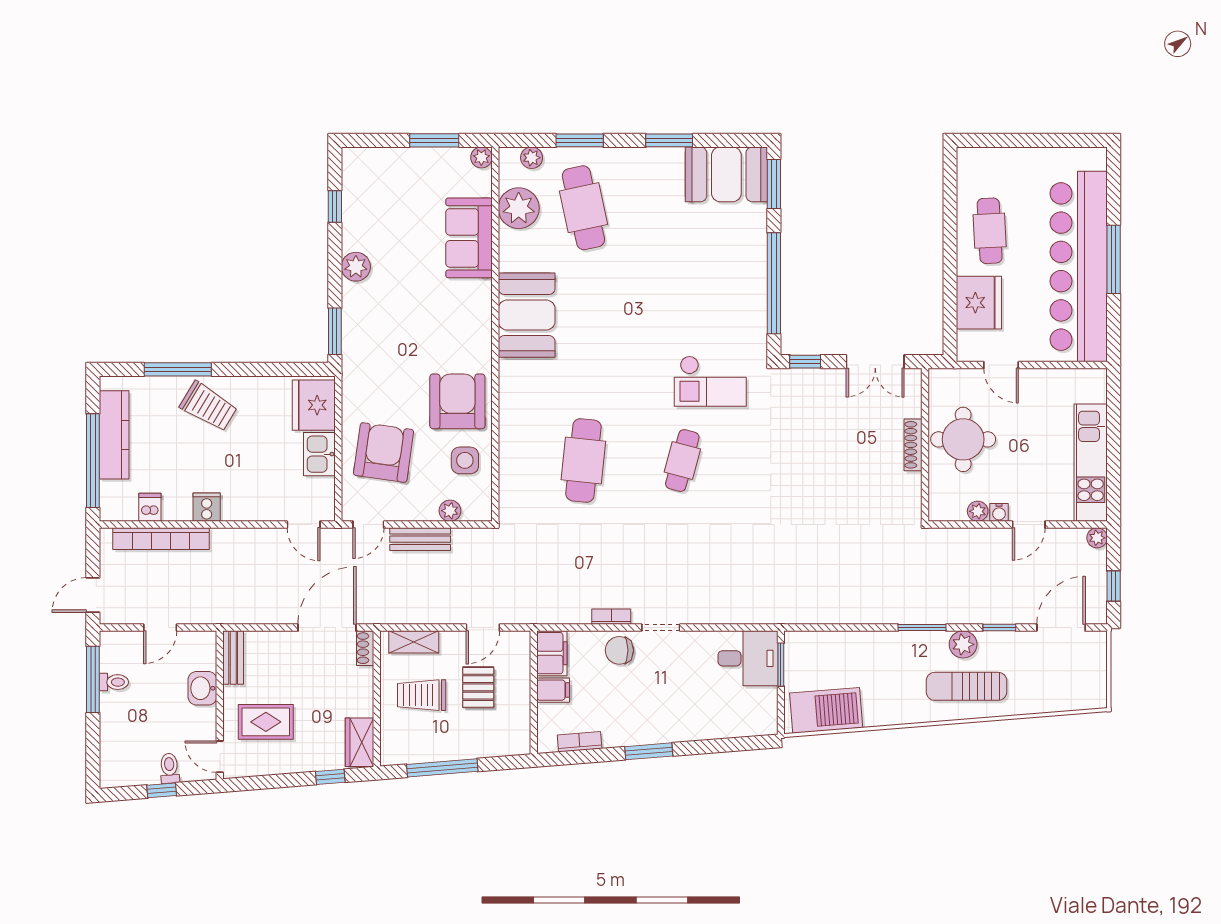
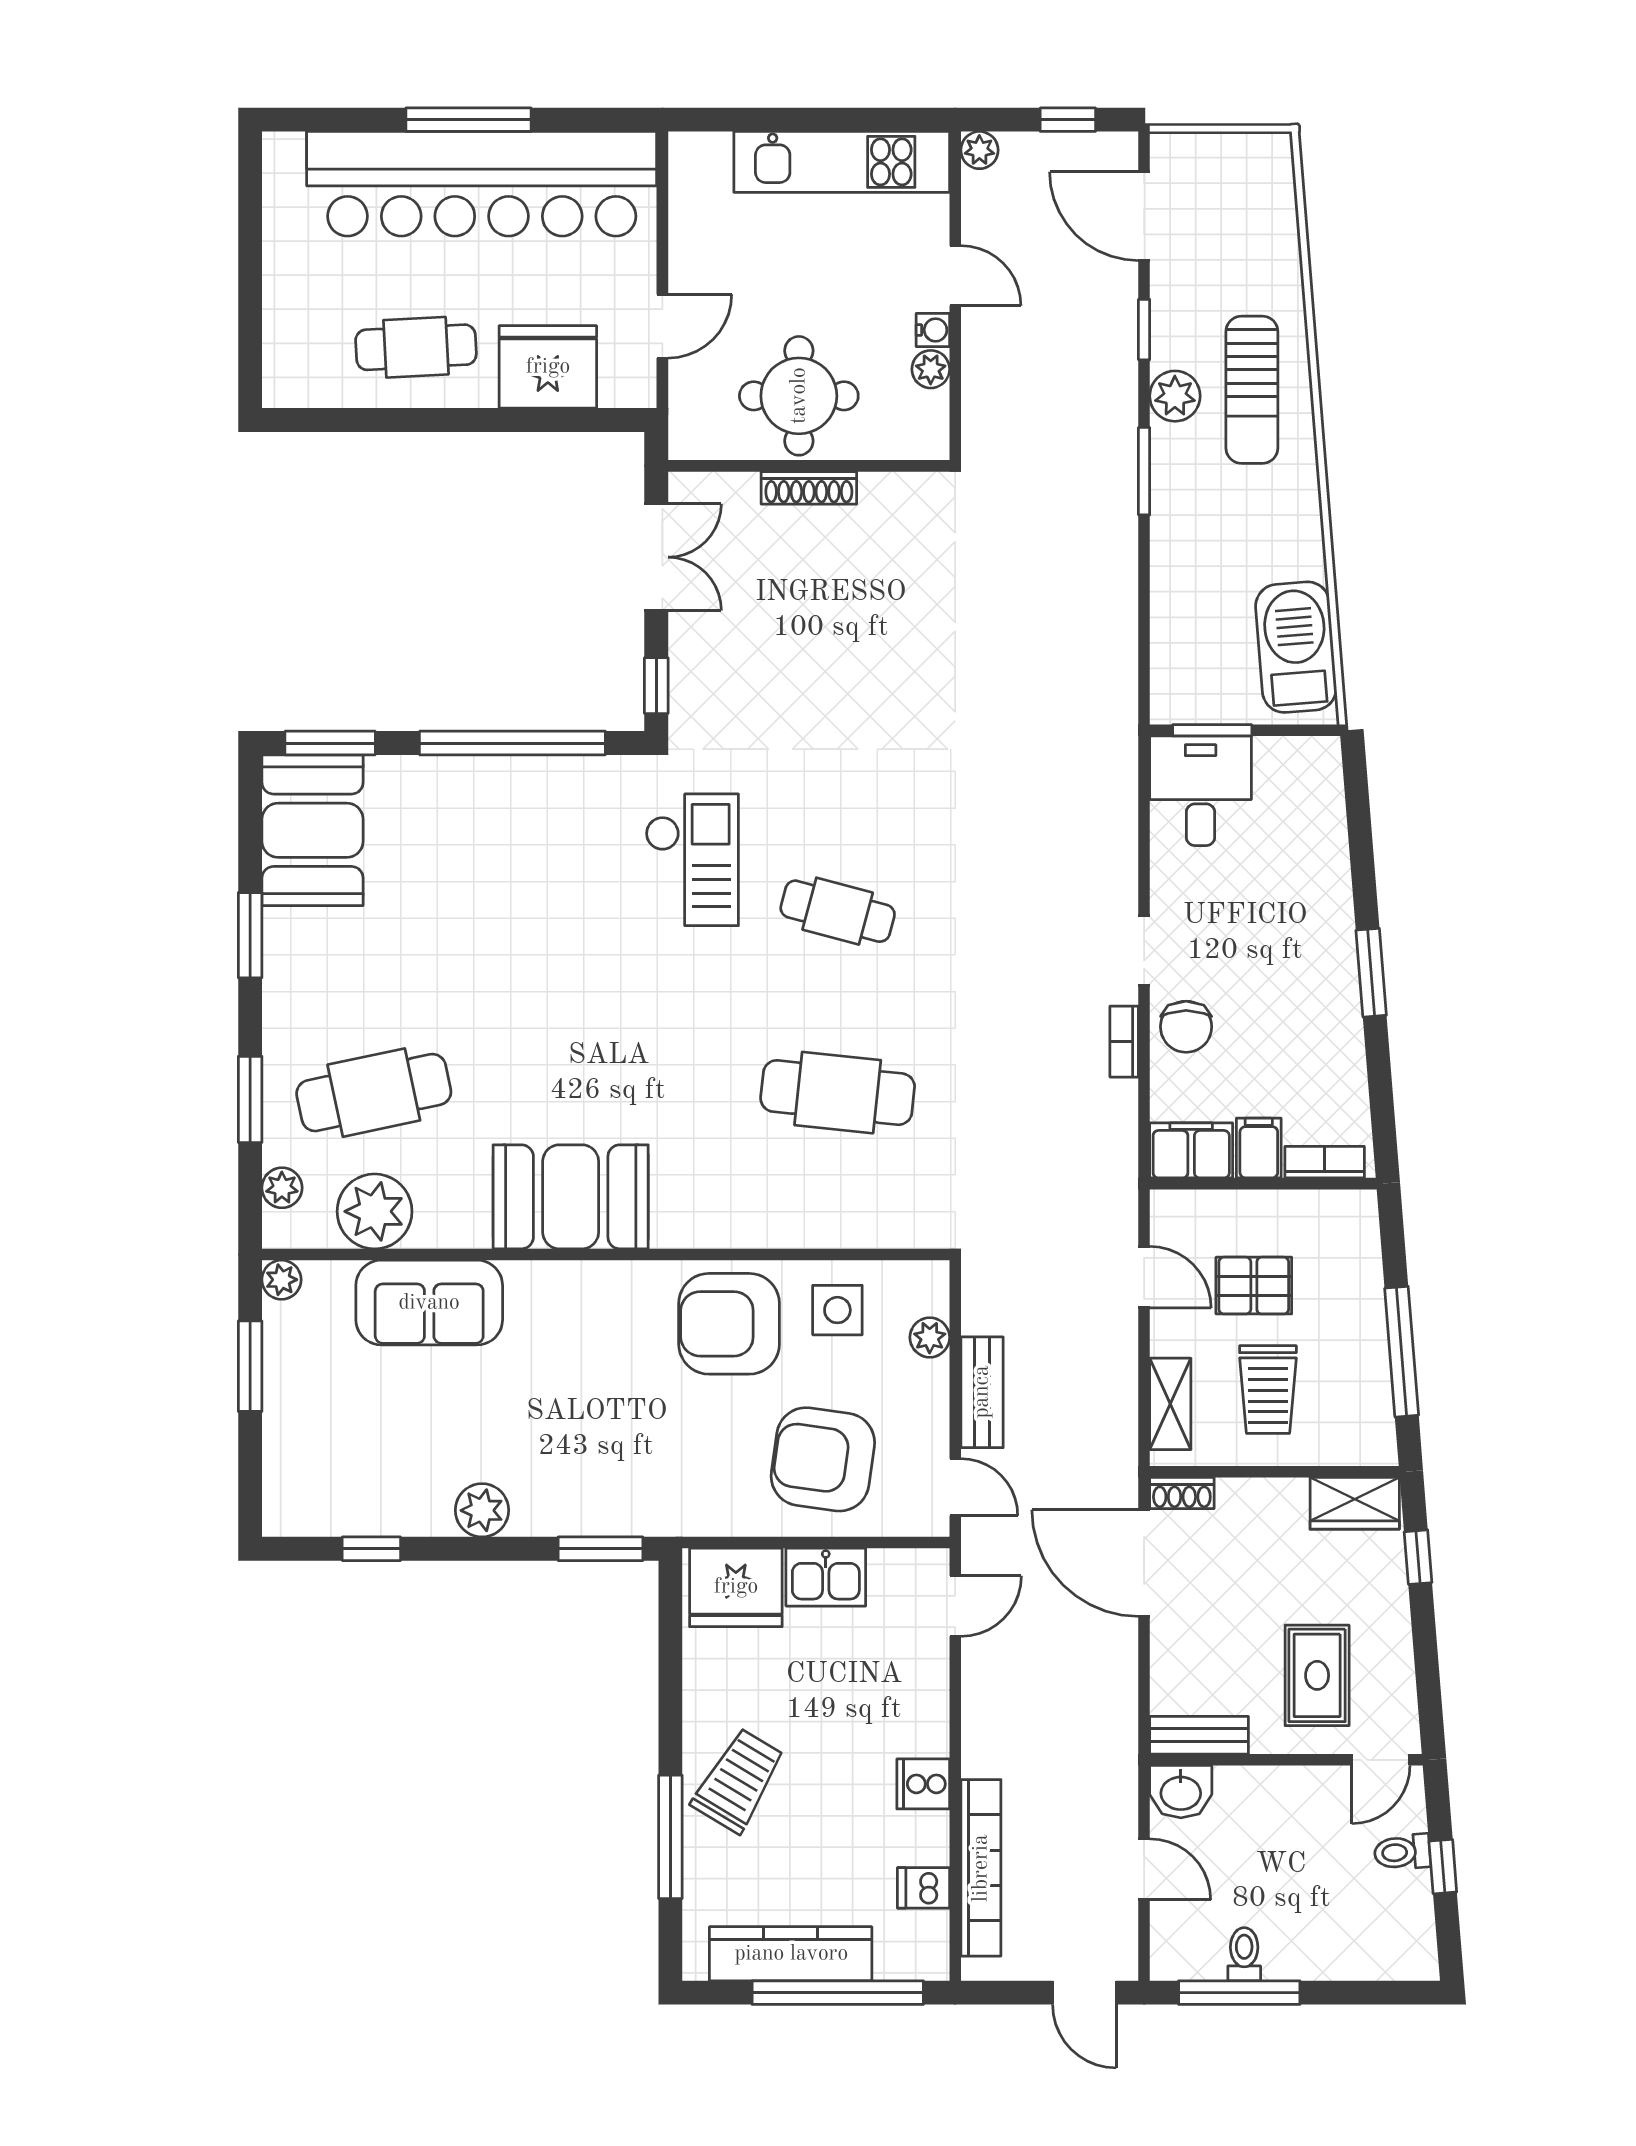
washbasin: (202, 688) -> (1181, 1792), moved
bookcase: (580, 742) -> (1325, 1162), moved, turned 95

